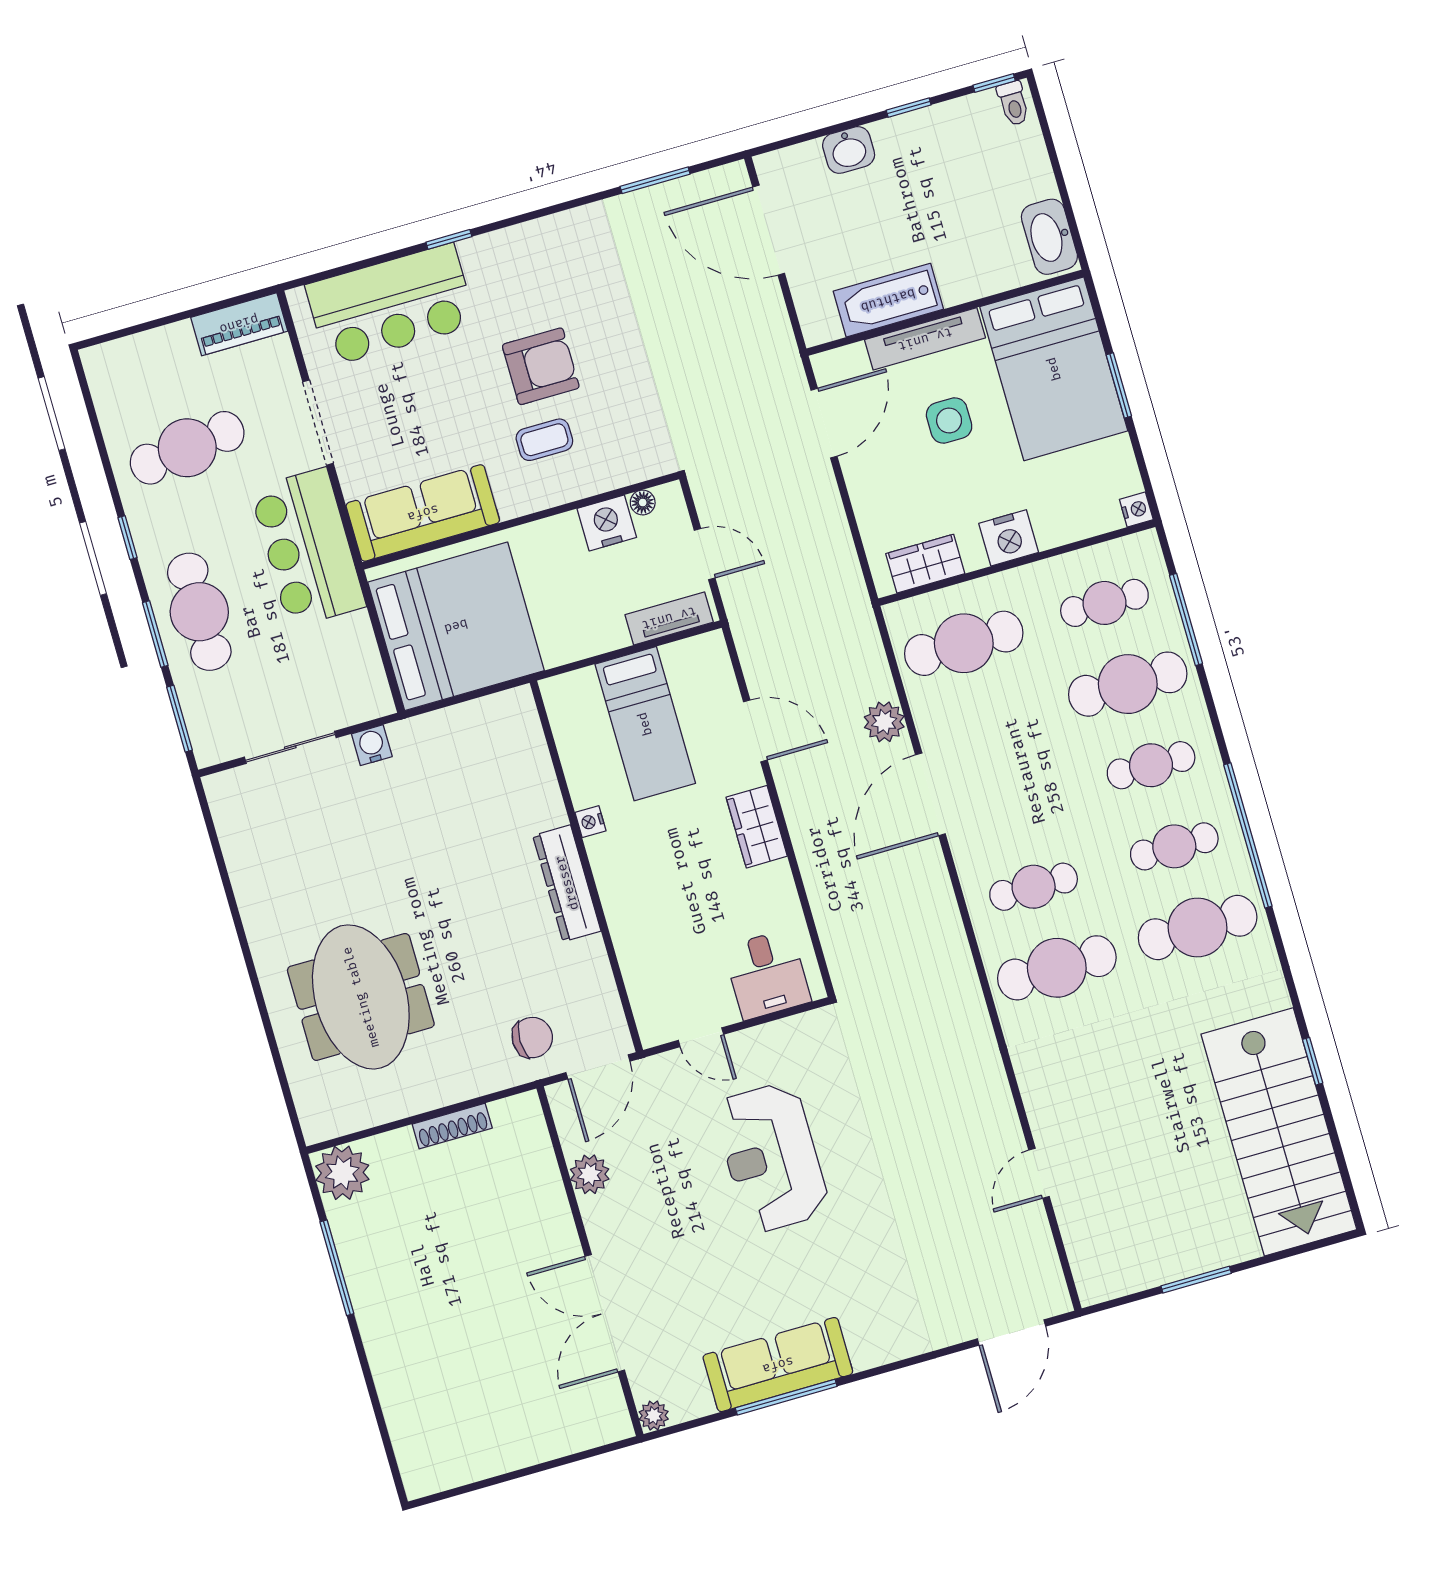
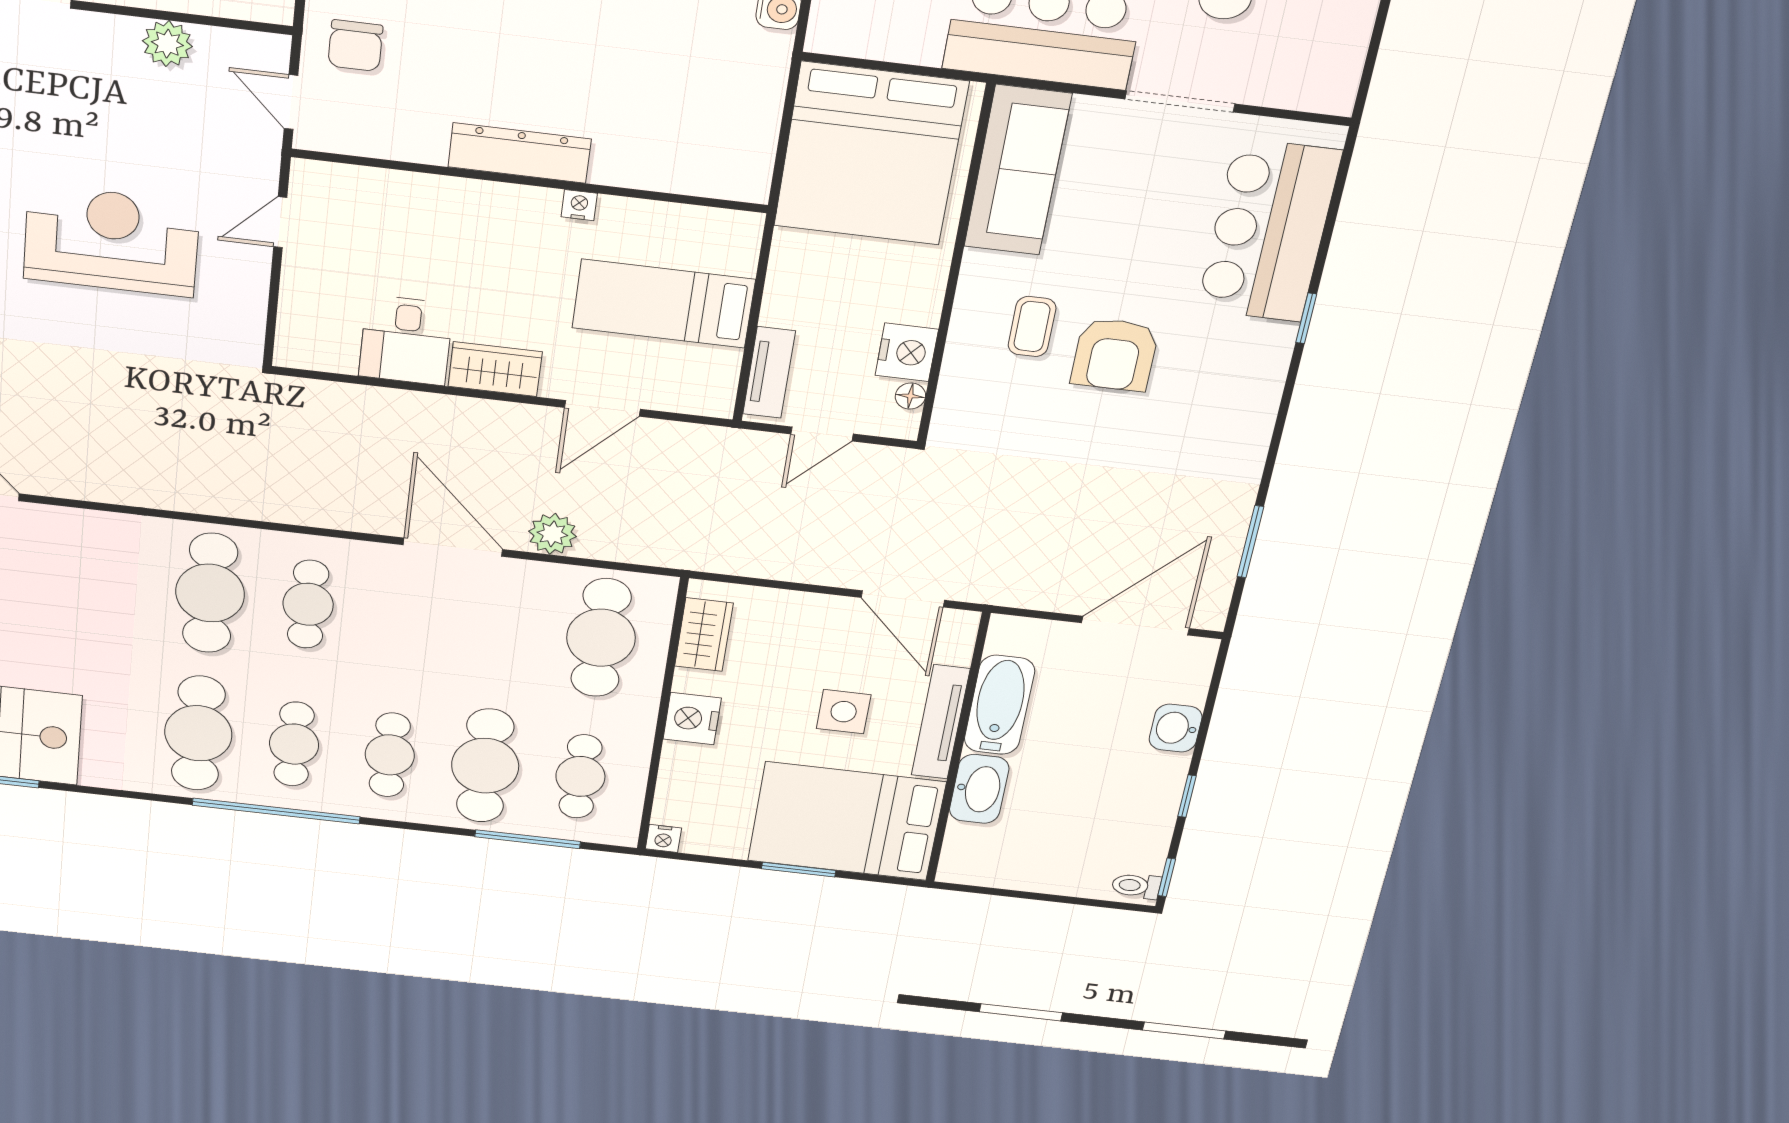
washbasin: (1049, 237) -> (979, 789), moved, turned 90
piano: (239, 324) -> (1339, 63), removed
desk: (767, 974) -> (406, 340), moved, turned -90
door: (598, 1067) -> (291, 102), width x0.73

